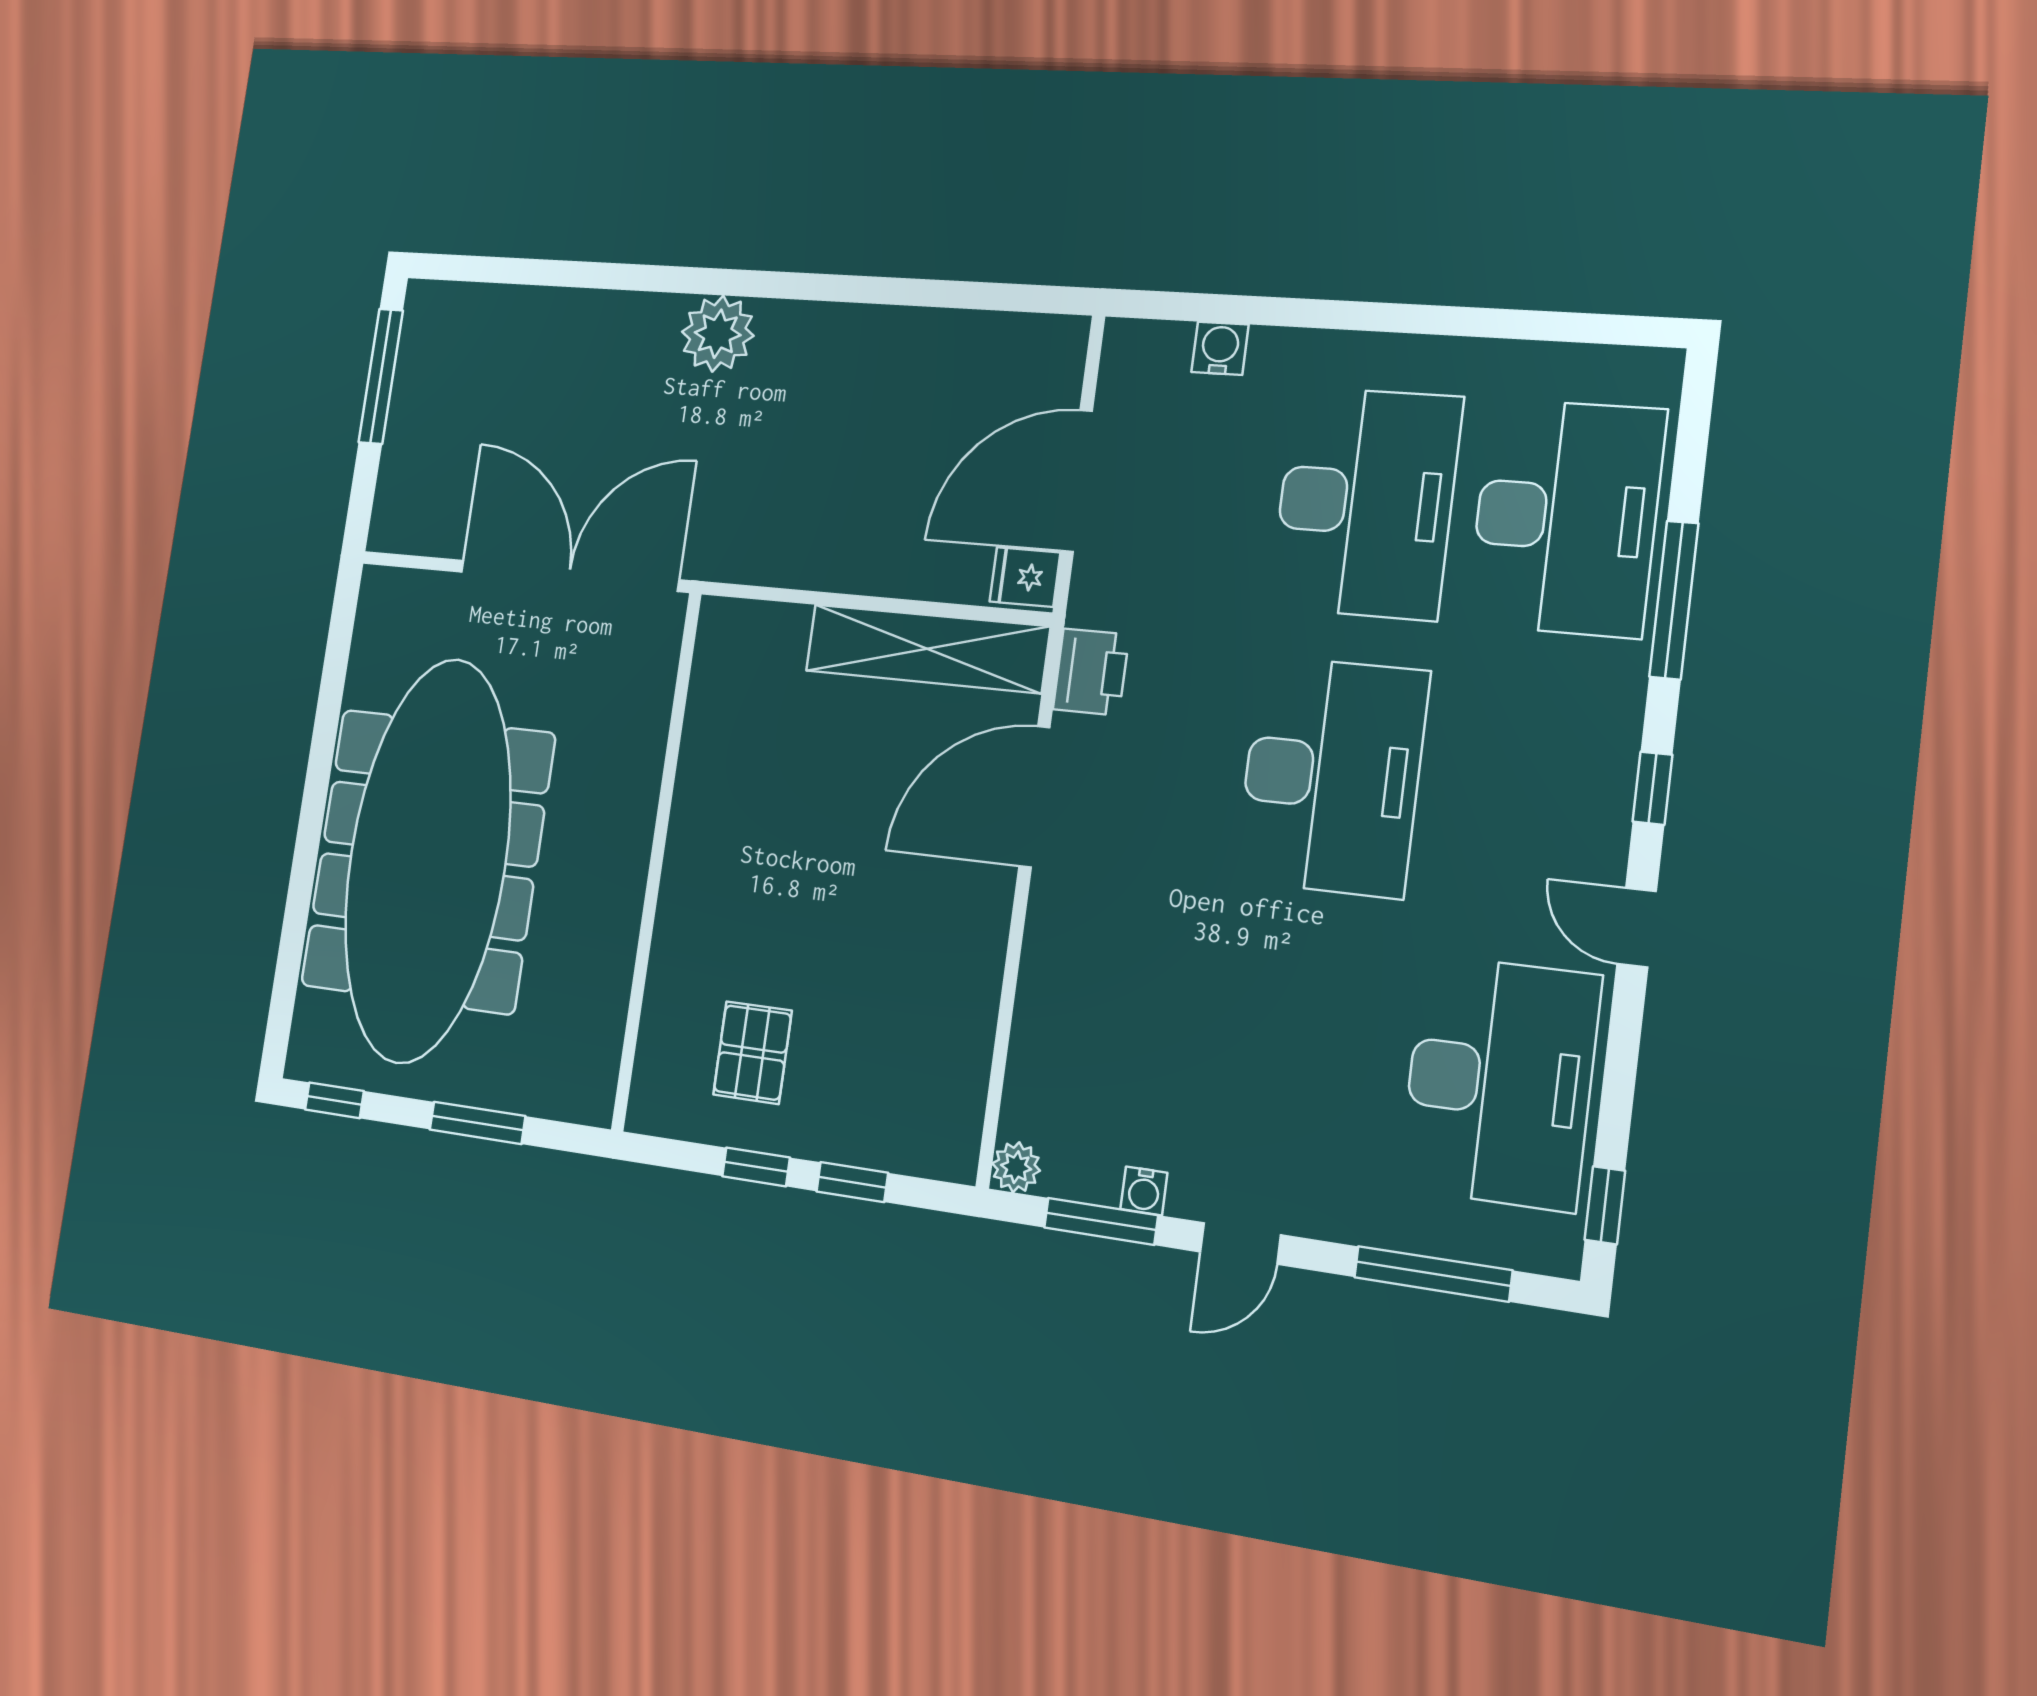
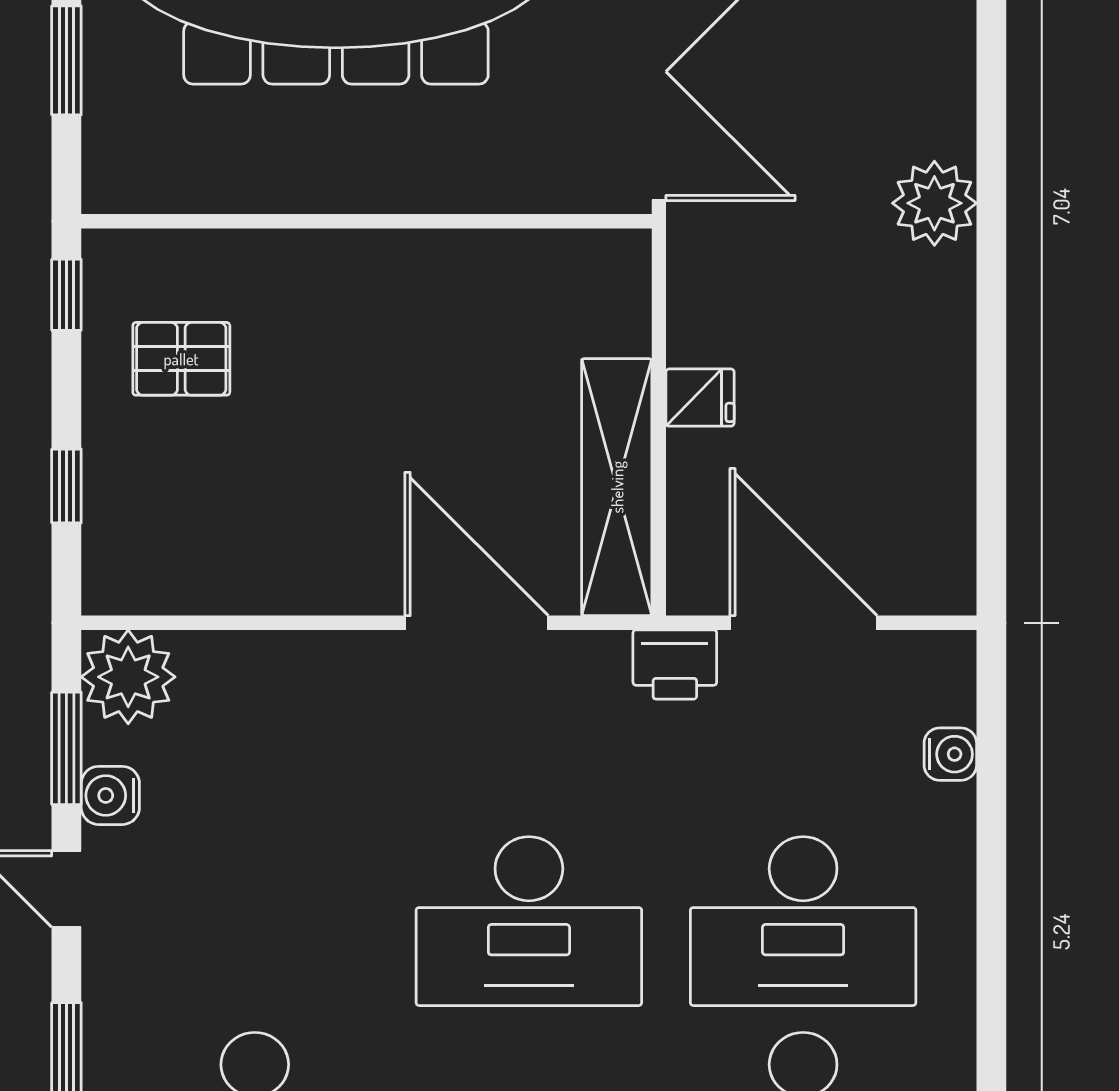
fridge: (1025, 577) -> (700, 398), moved, turned 90
printer: (1091, 672) -> (675, 664), moved
window: (756, 1167) -> (66, 295), moved
plant: (1016, 1167) -> (128, 677), width x1.87, depth x1.87
water cooler: (1144, 1191) -> (110, 795), width x1.38, depth x1.38

